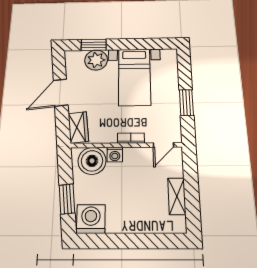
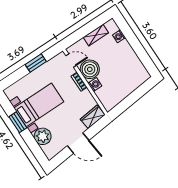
window: (94, 45) -> (18, 122), moved
boiler: (92, 161) -> (90, 69), moved
window: (67, 199) -> (137, 94), removed
washing machine: (91, 219) -> (119, 36), moved, width x0.53, depth x0.53

